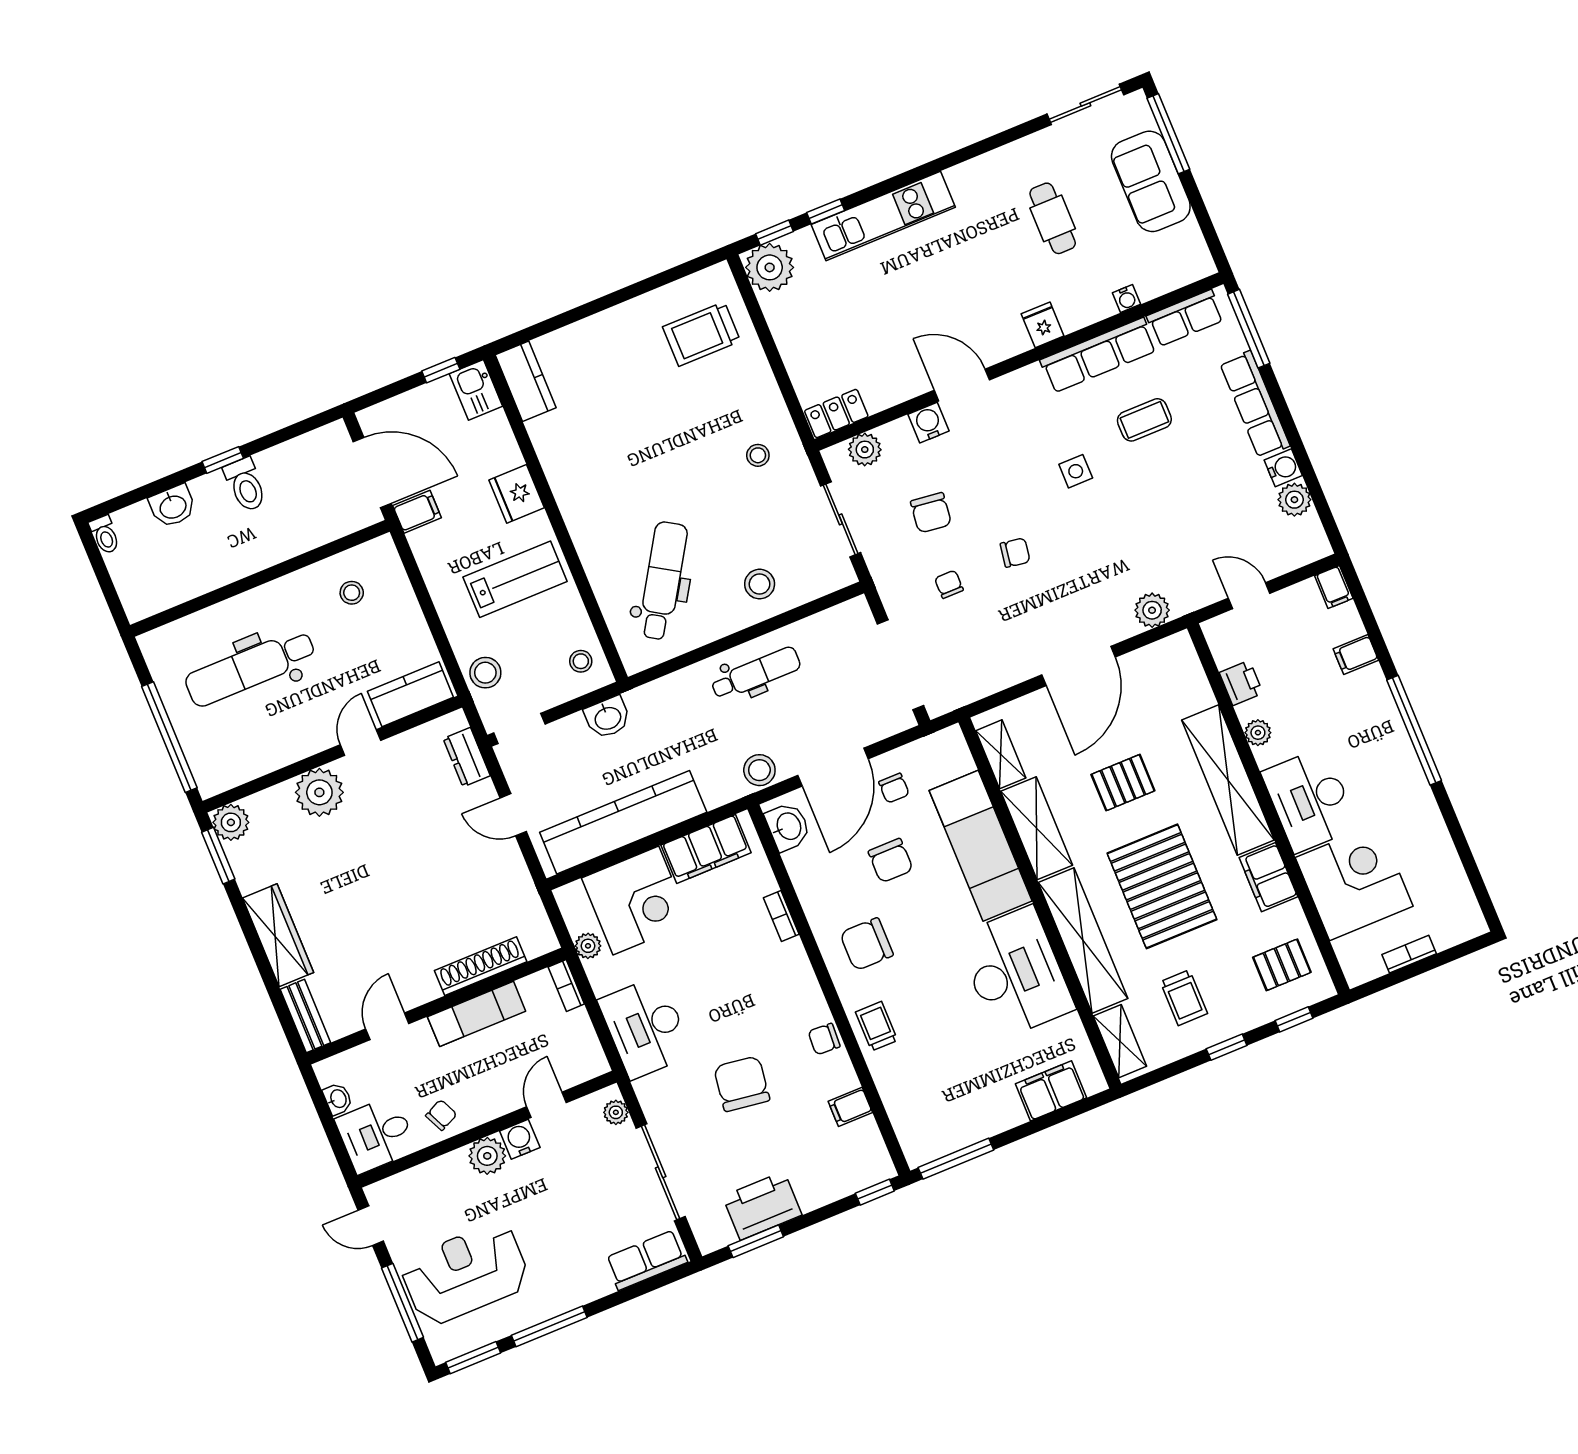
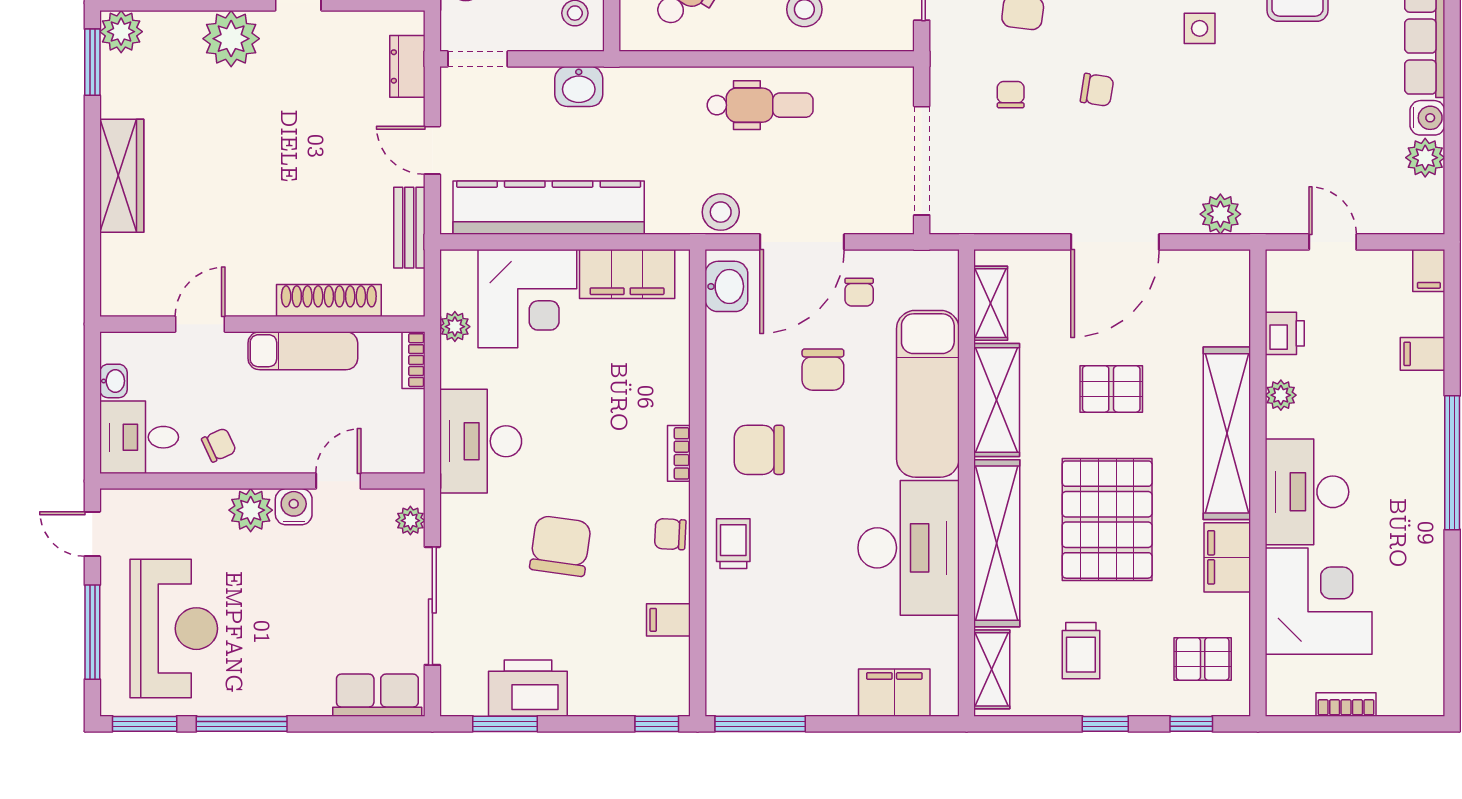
bookcase: (781, 916) -> (679, 453), moved
bench: (305, 1016) -> (409, 228), moved
reception desk: (465, 1274) -> (174, 629), turned 90

